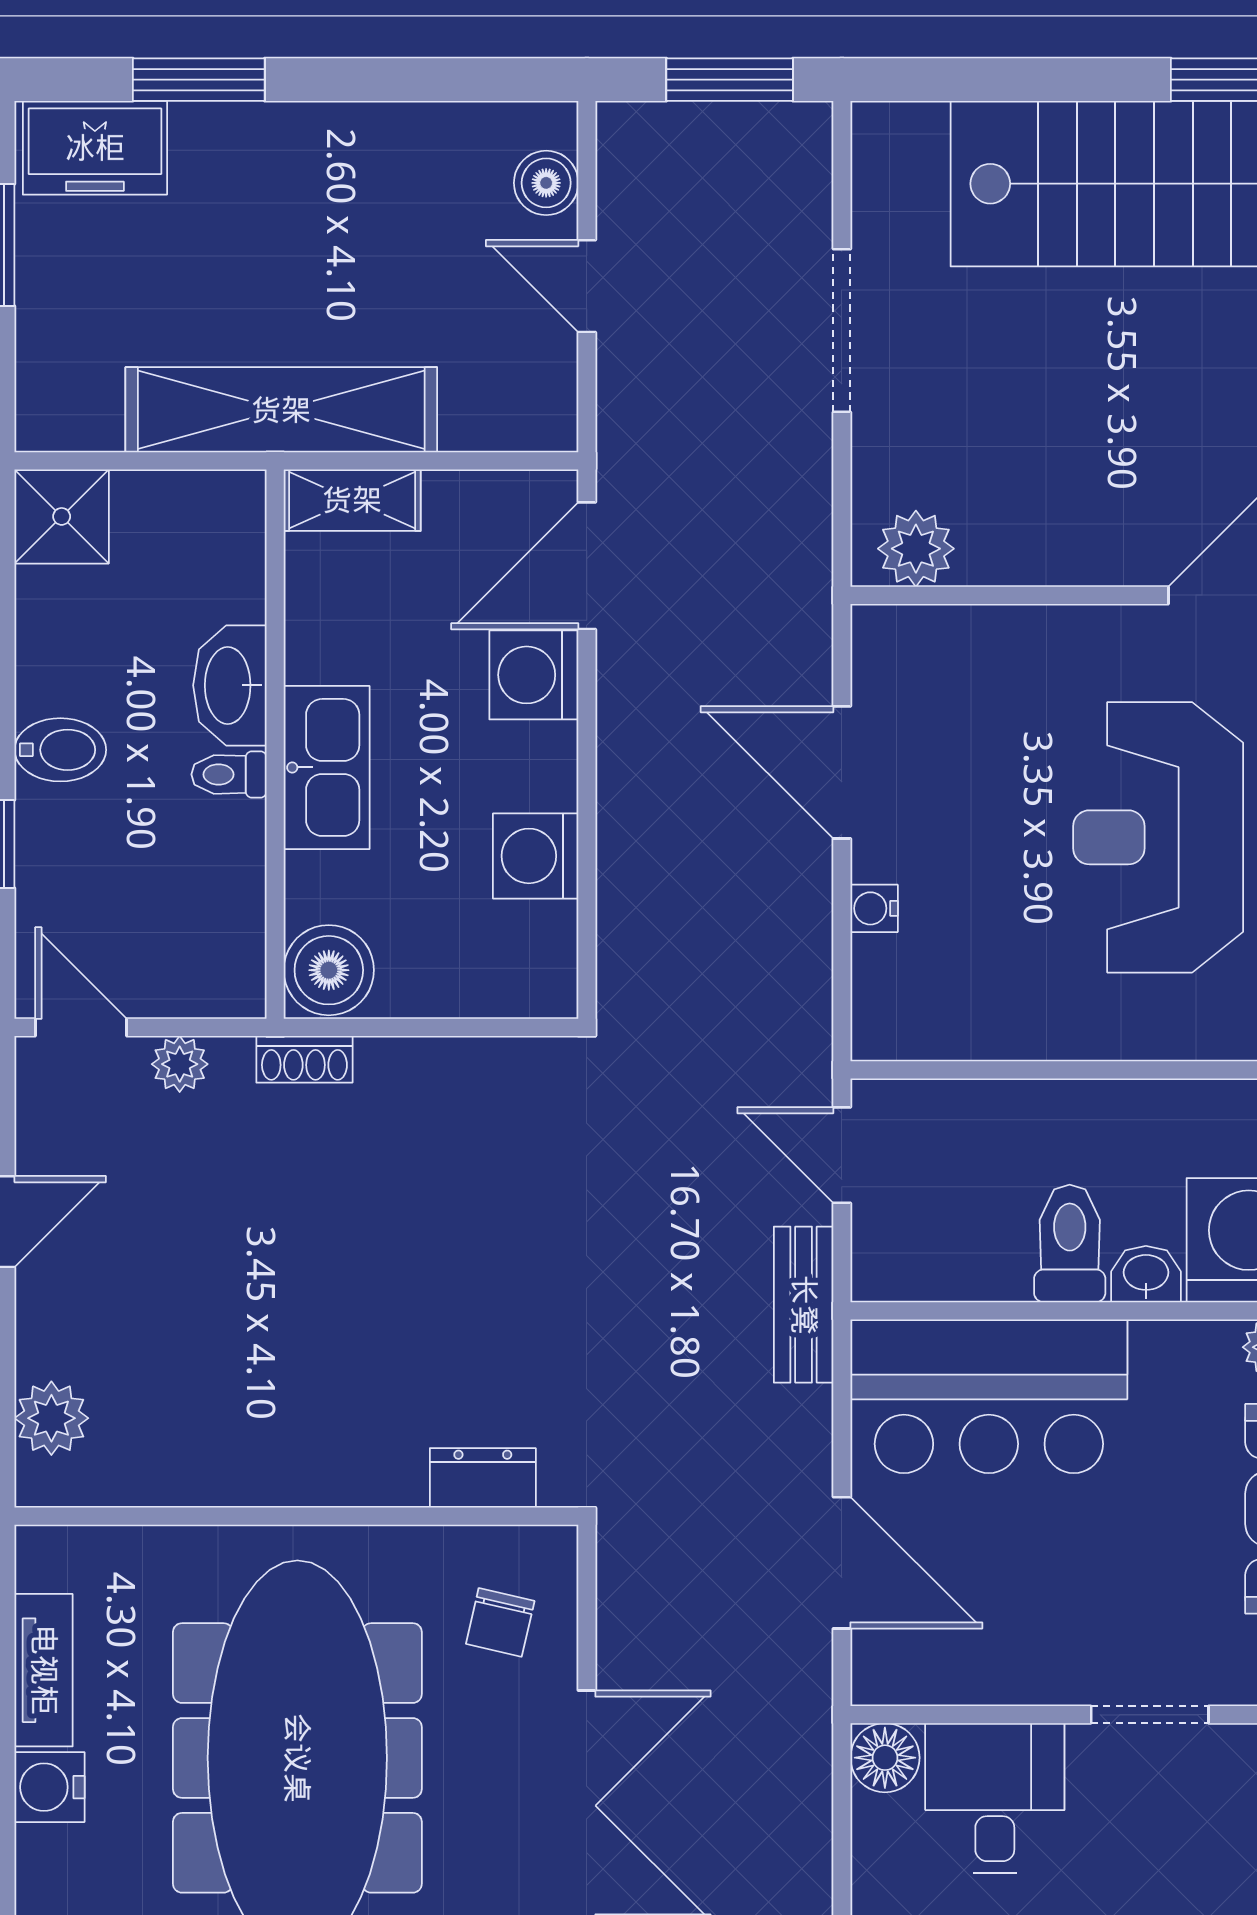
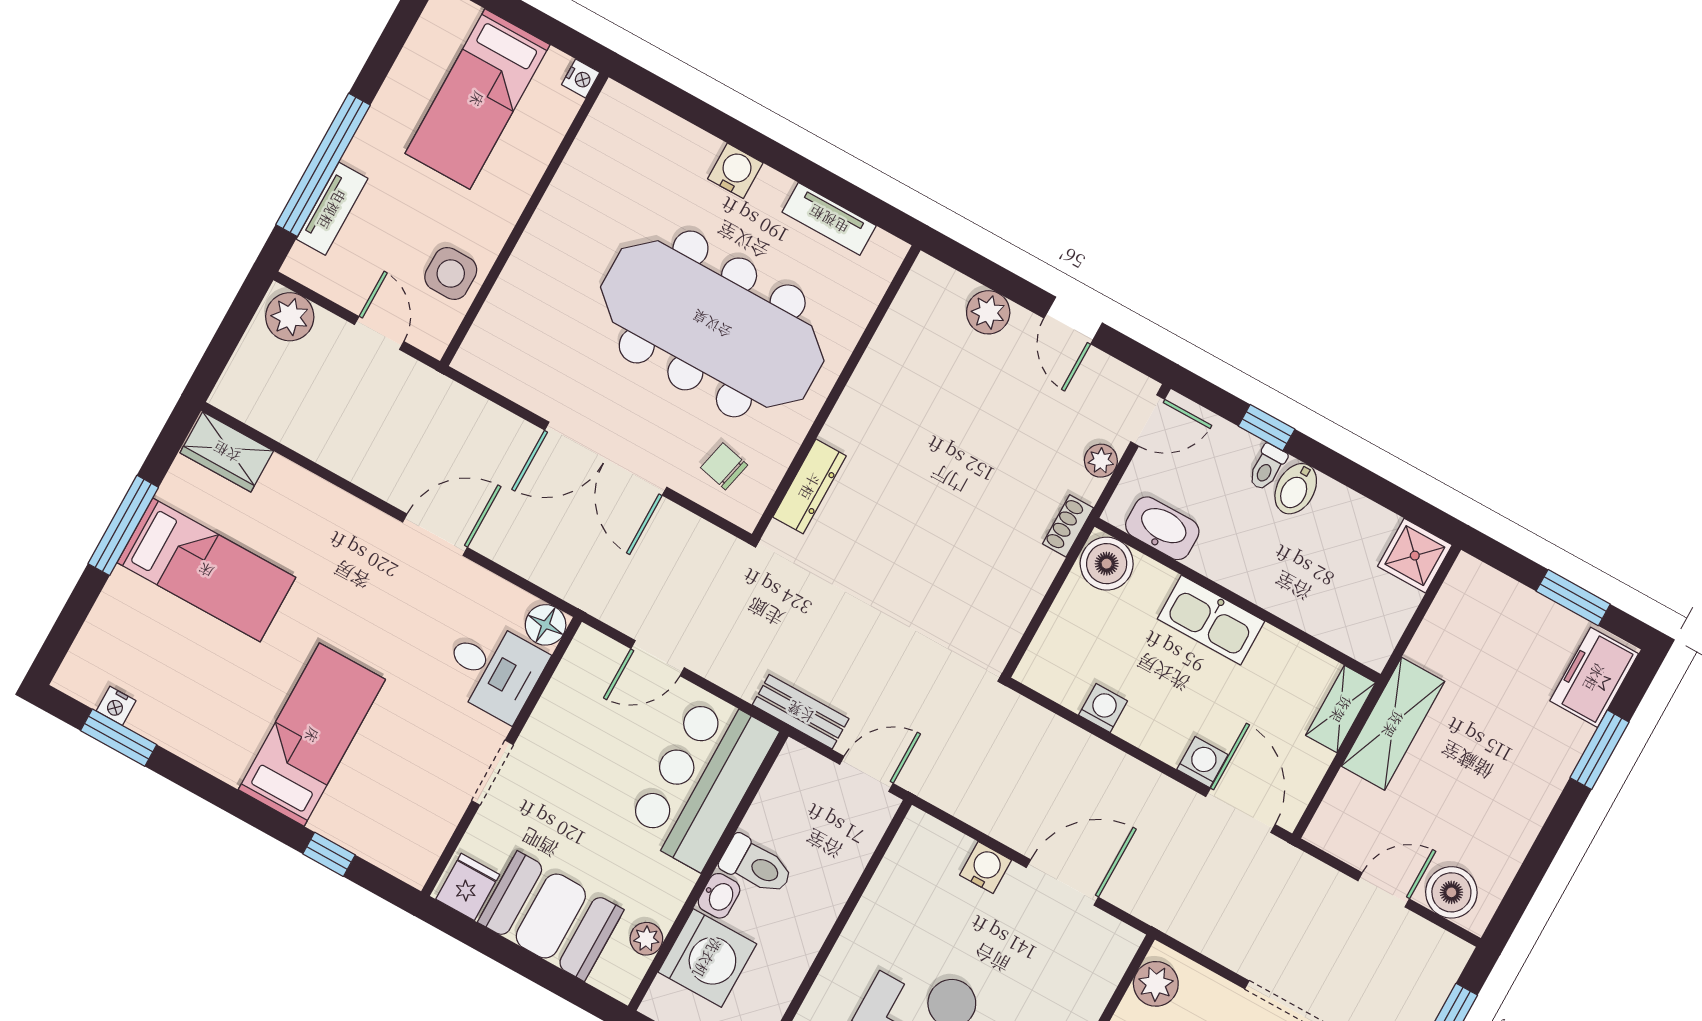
boiler: (546, 183) -> (1451, 892), width x1.36, depth x1.36
shelving: (281, 410) -> (1393, 724), width x0.68
washing machine: (534, 675) -> (1202, 762), width x0.73, depth x0.73
washbasin: (230, 685) -> (1162, 528), moved
toilet: (229, 774) -> (1267, 467), moved, turned 180
washing machine: (536, 856) -> (1103, 708), width x0.73, depth x0.73
water cooler: (874, 908) -> (986, 868), width x1.38, depth x1.38
plant: (51, 1418) -> (988, 312), moved
dresser: (483, 1478) -> (810, 486), width x1.44
door: (842, 1563) -> (658, 658), width x0.73
water cooler: (50, 1787) -> (735, 171), moved

